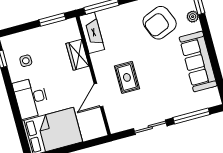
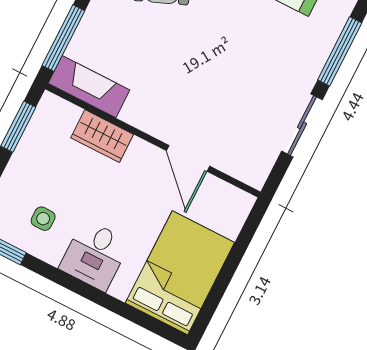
rug: (127, 77) -> (200, 94), removed
desk: (31, 98) -> (95, 255), width x0.73

